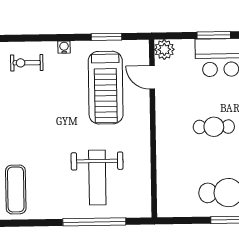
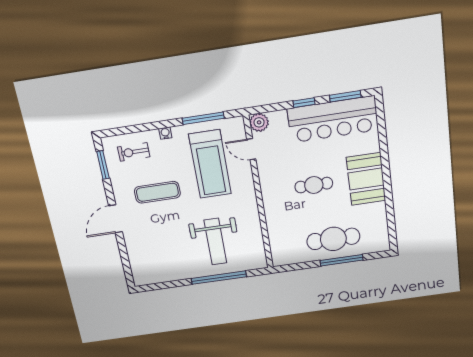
window: (214, 35) -> (304, 103), width x0.67
window: (106, 37) -> (203, 118), width x1.44
exercise mat: (16, 189) -> (157, 192), moved, turned 90

